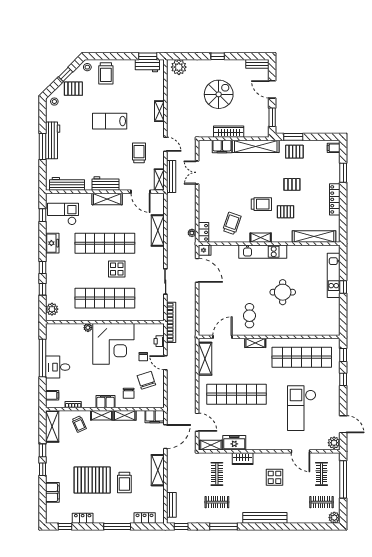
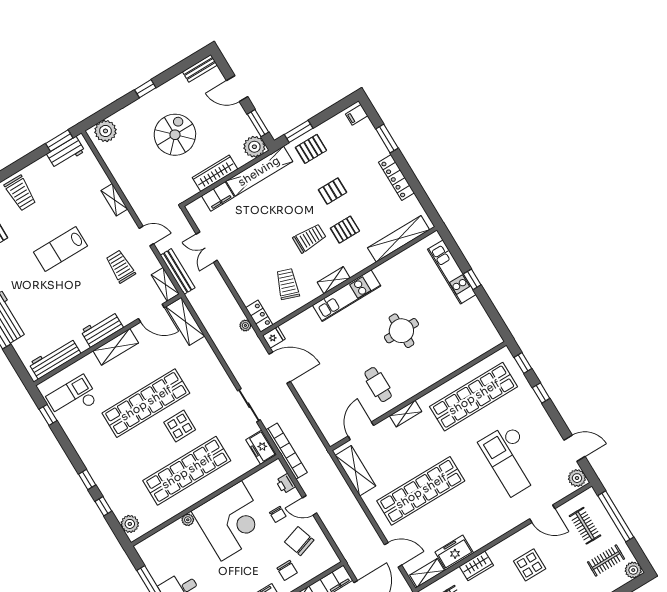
plant: (262, 130) -> (254, 147), added
shelving: (158, 231) -> (185, 321), moved
freezer: (52, 243) -> (261, 447), moved, turned 180

